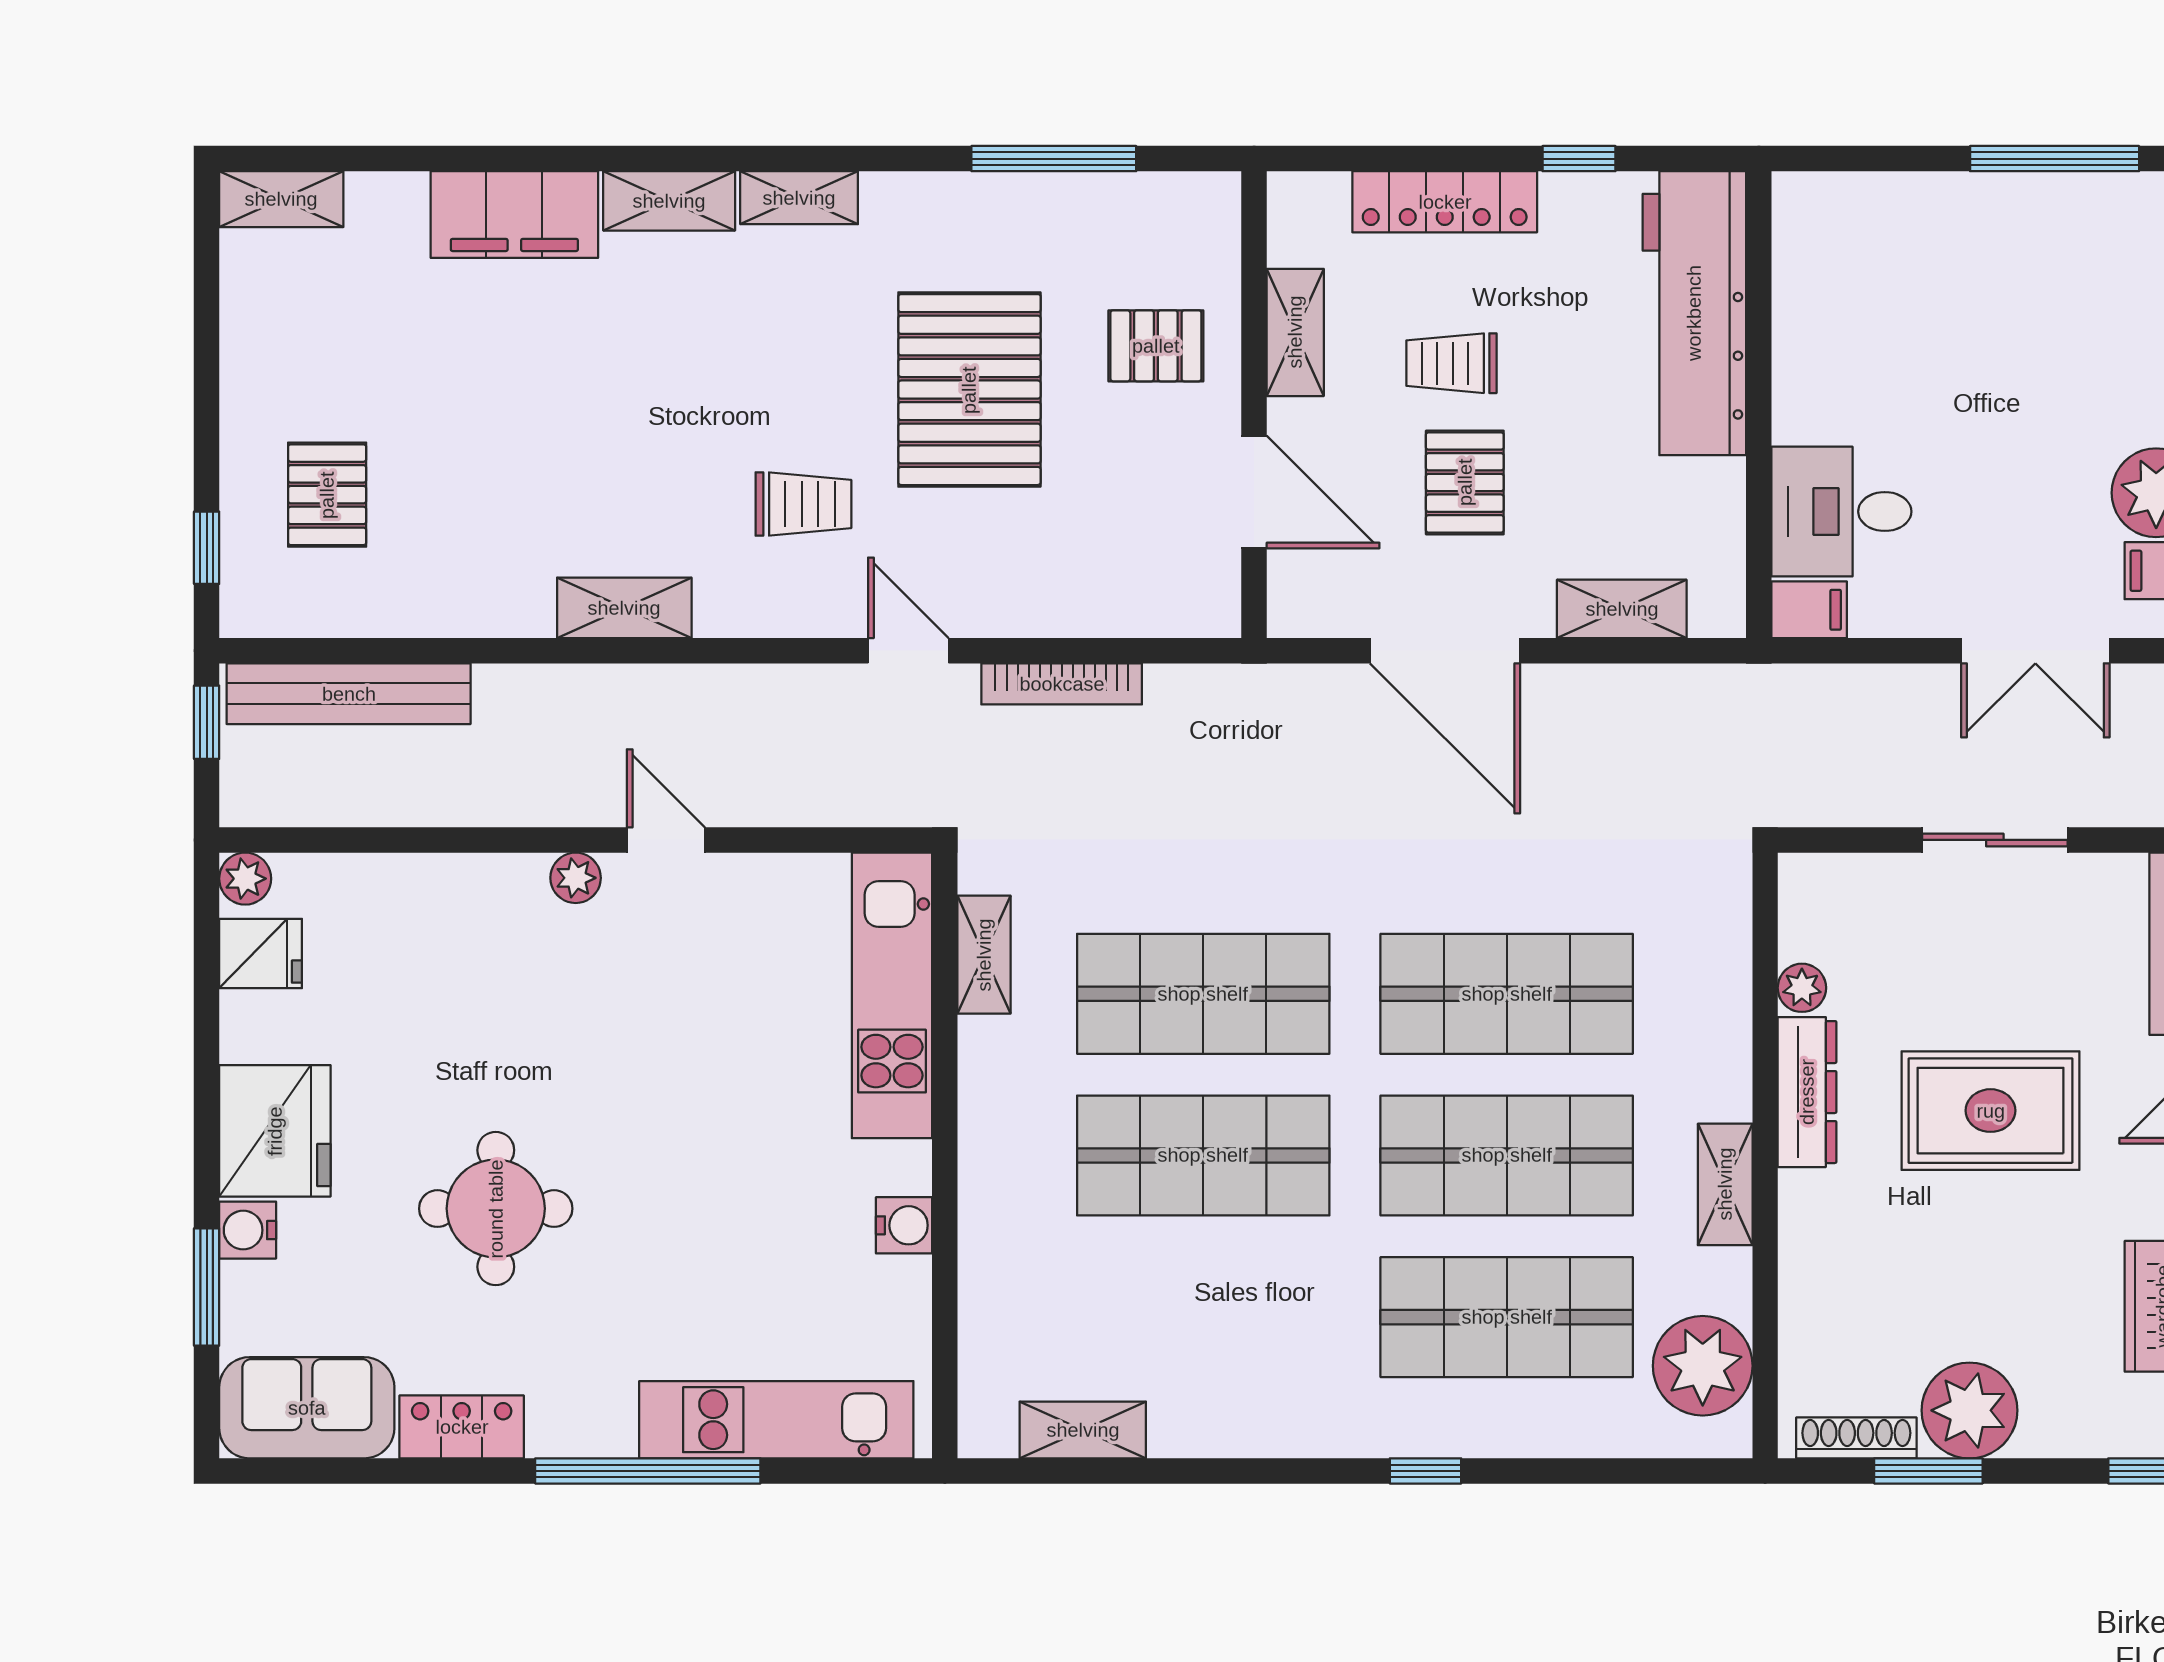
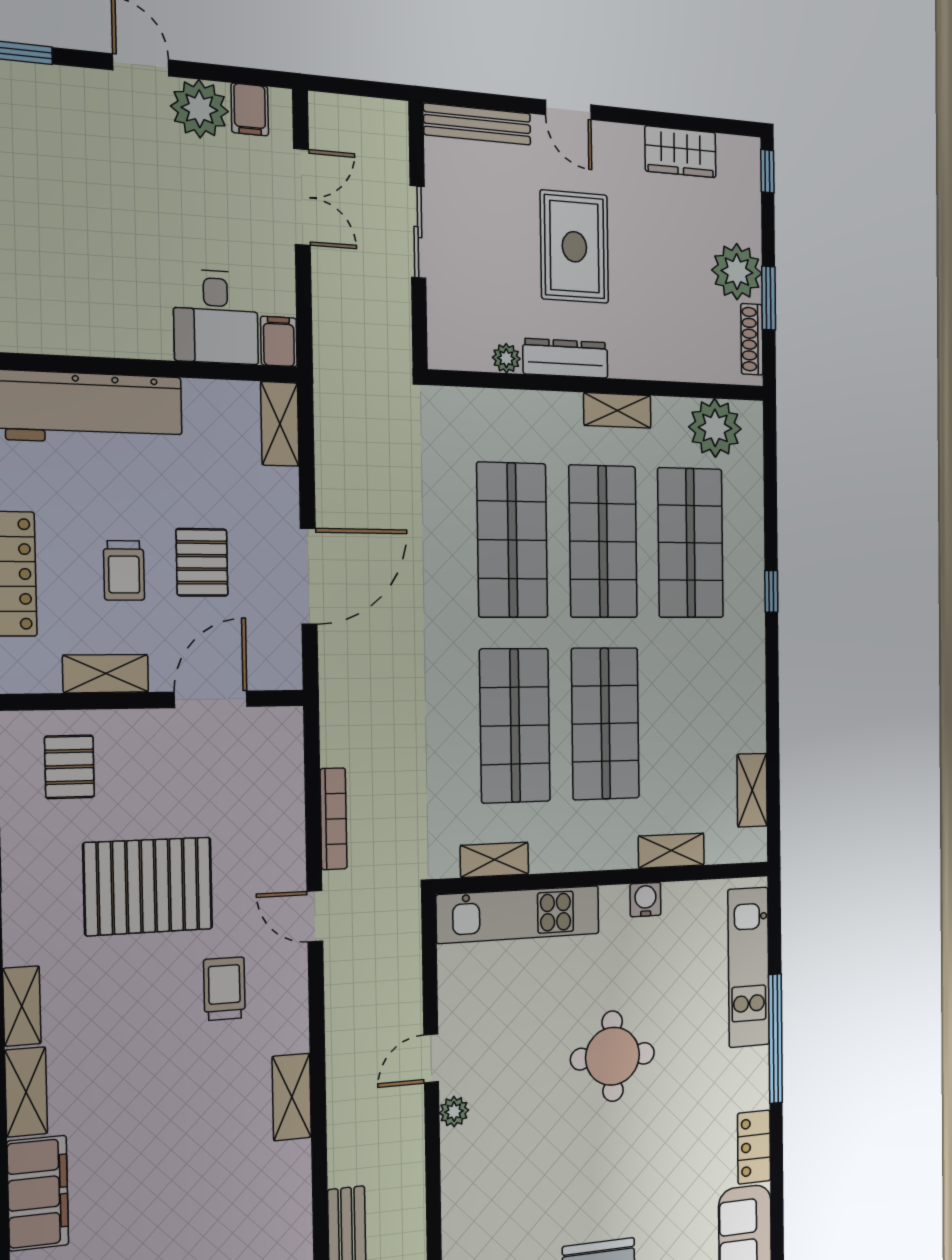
pallet: (1156, 346) -> (69, 767), moved
pallet: (1465, 482) -> (202, 562), turned 90
shelving: (1622, 609) -> (280, 424), moved
door: (908, 651) -> (315, 916), hinge flipped
round table: (496, 1209) -> (613, 1056), moved
shelving: (985, 1275) -> (671, 851), added

